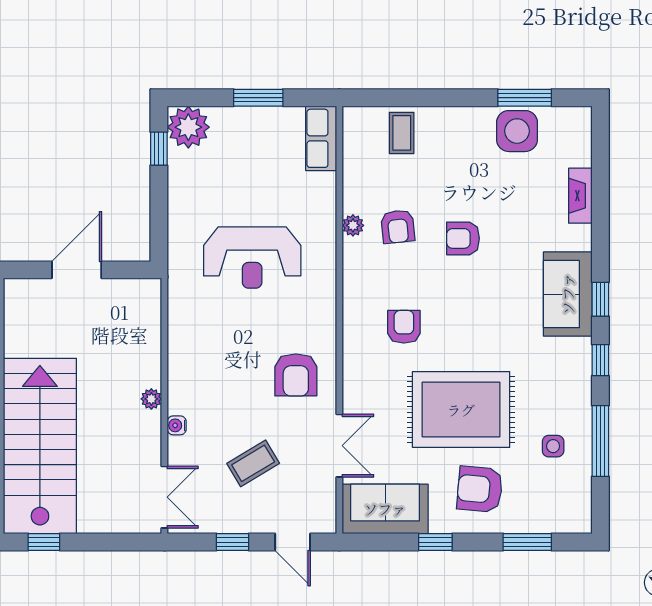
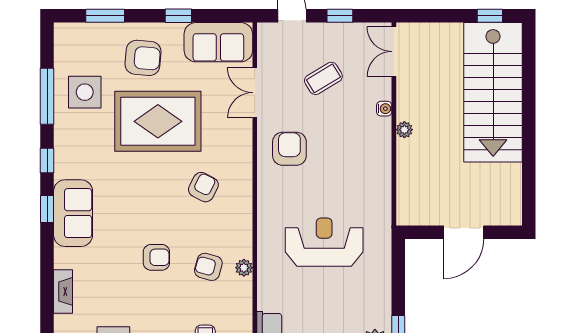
armchair: (398, 227) -> (208, 267), turned -69
armchair: (404, 327) -> (203, 187), turned -153
side table: (553, 446) -> (85, 92), width x1.87, depth x1.87

